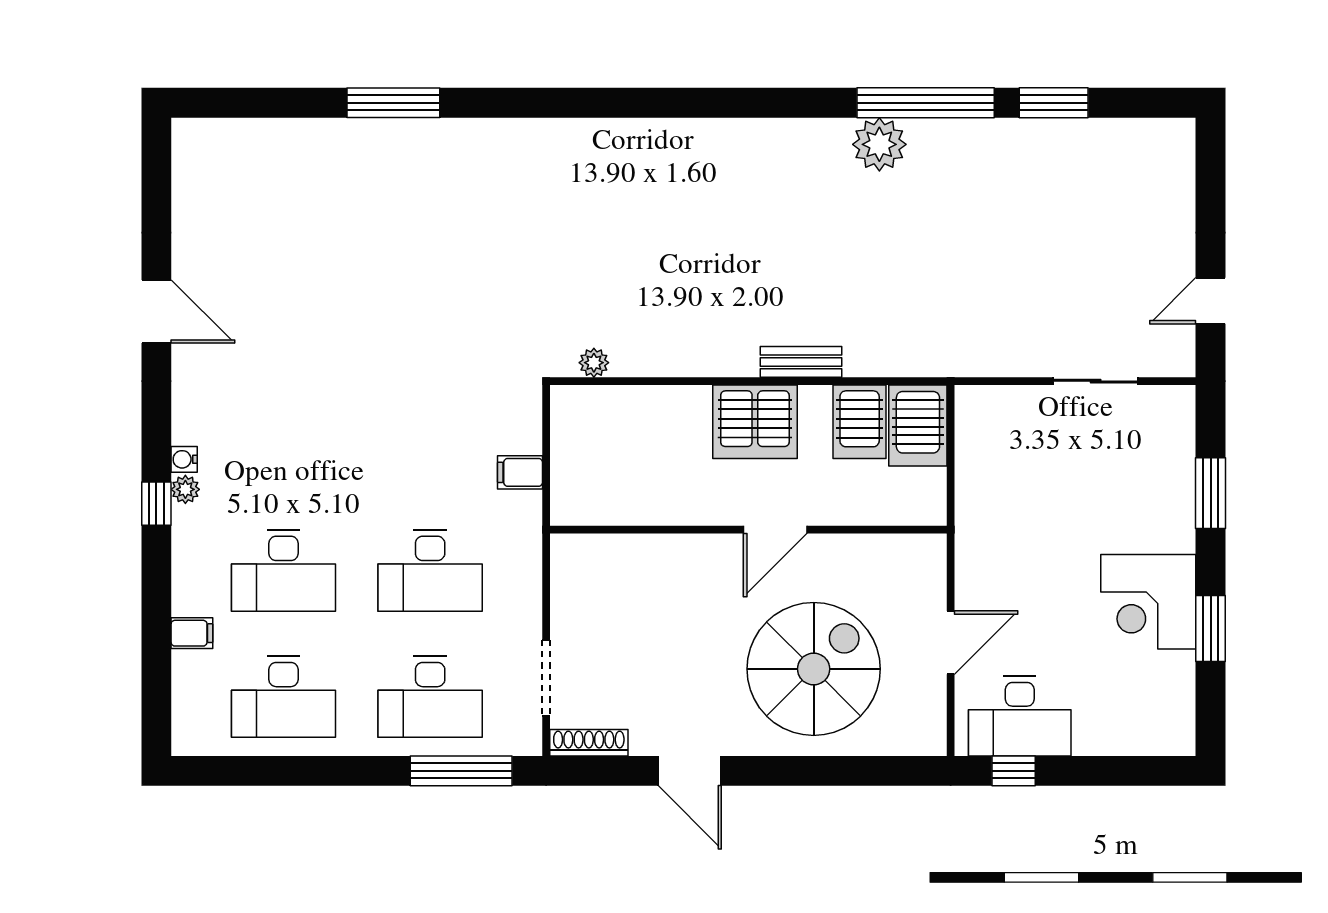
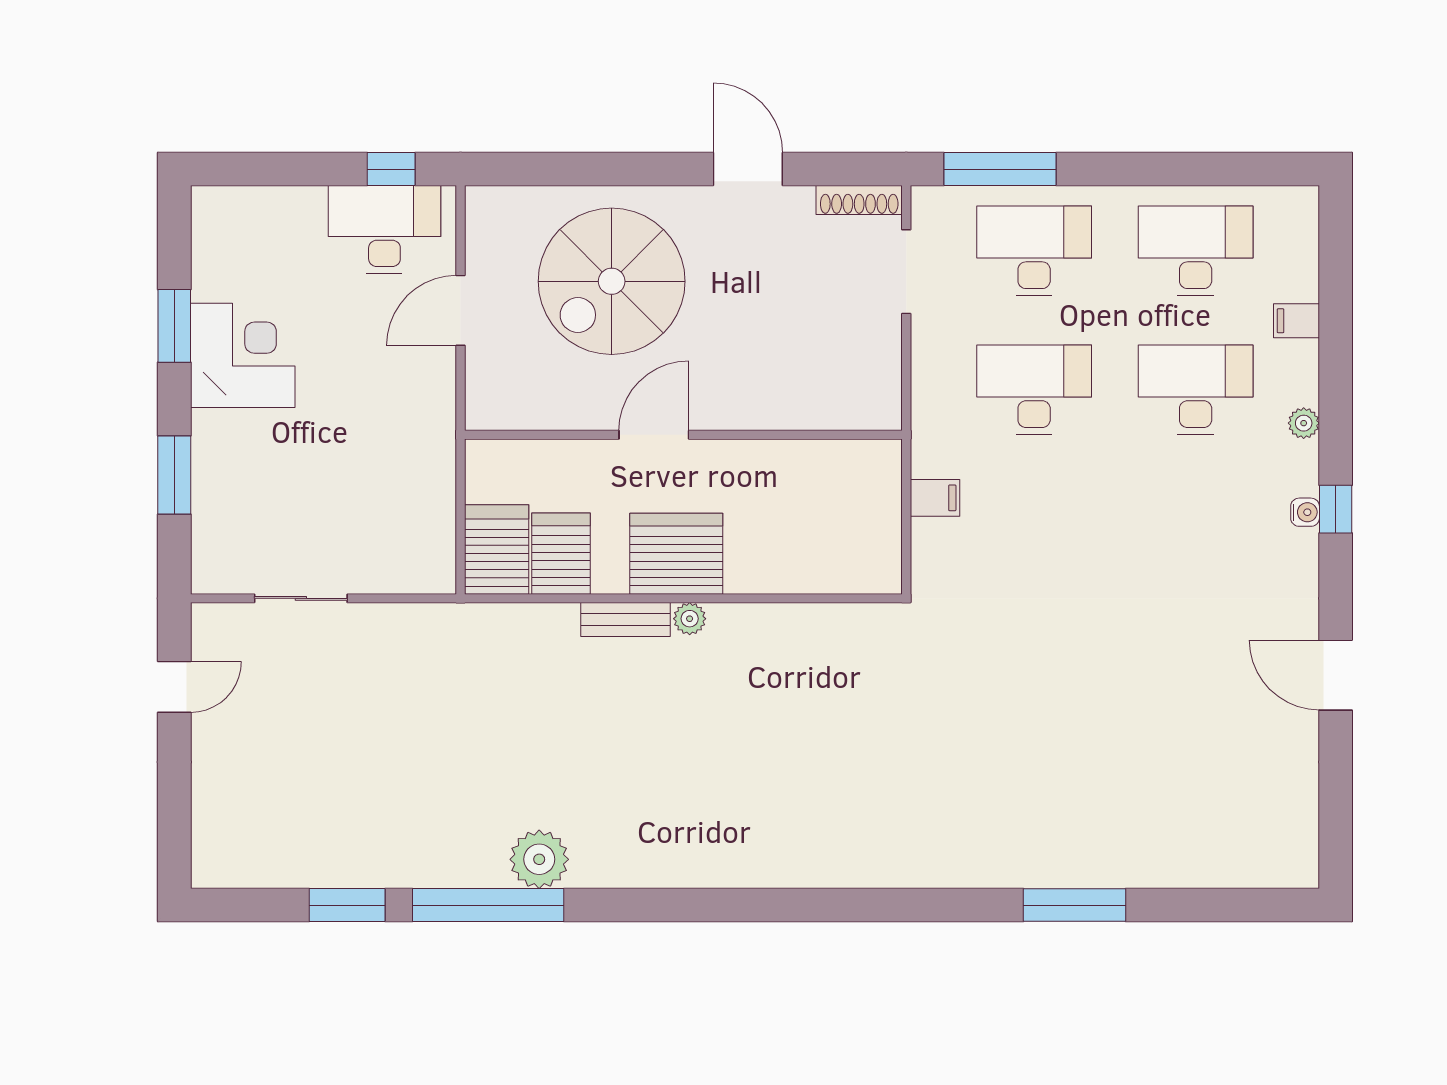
plant: (594, 363) -> (690, 619), moved
plant: (185, 489) -> (1304, 423), moved
window: (156, 504) -> (1336, 509), moved

